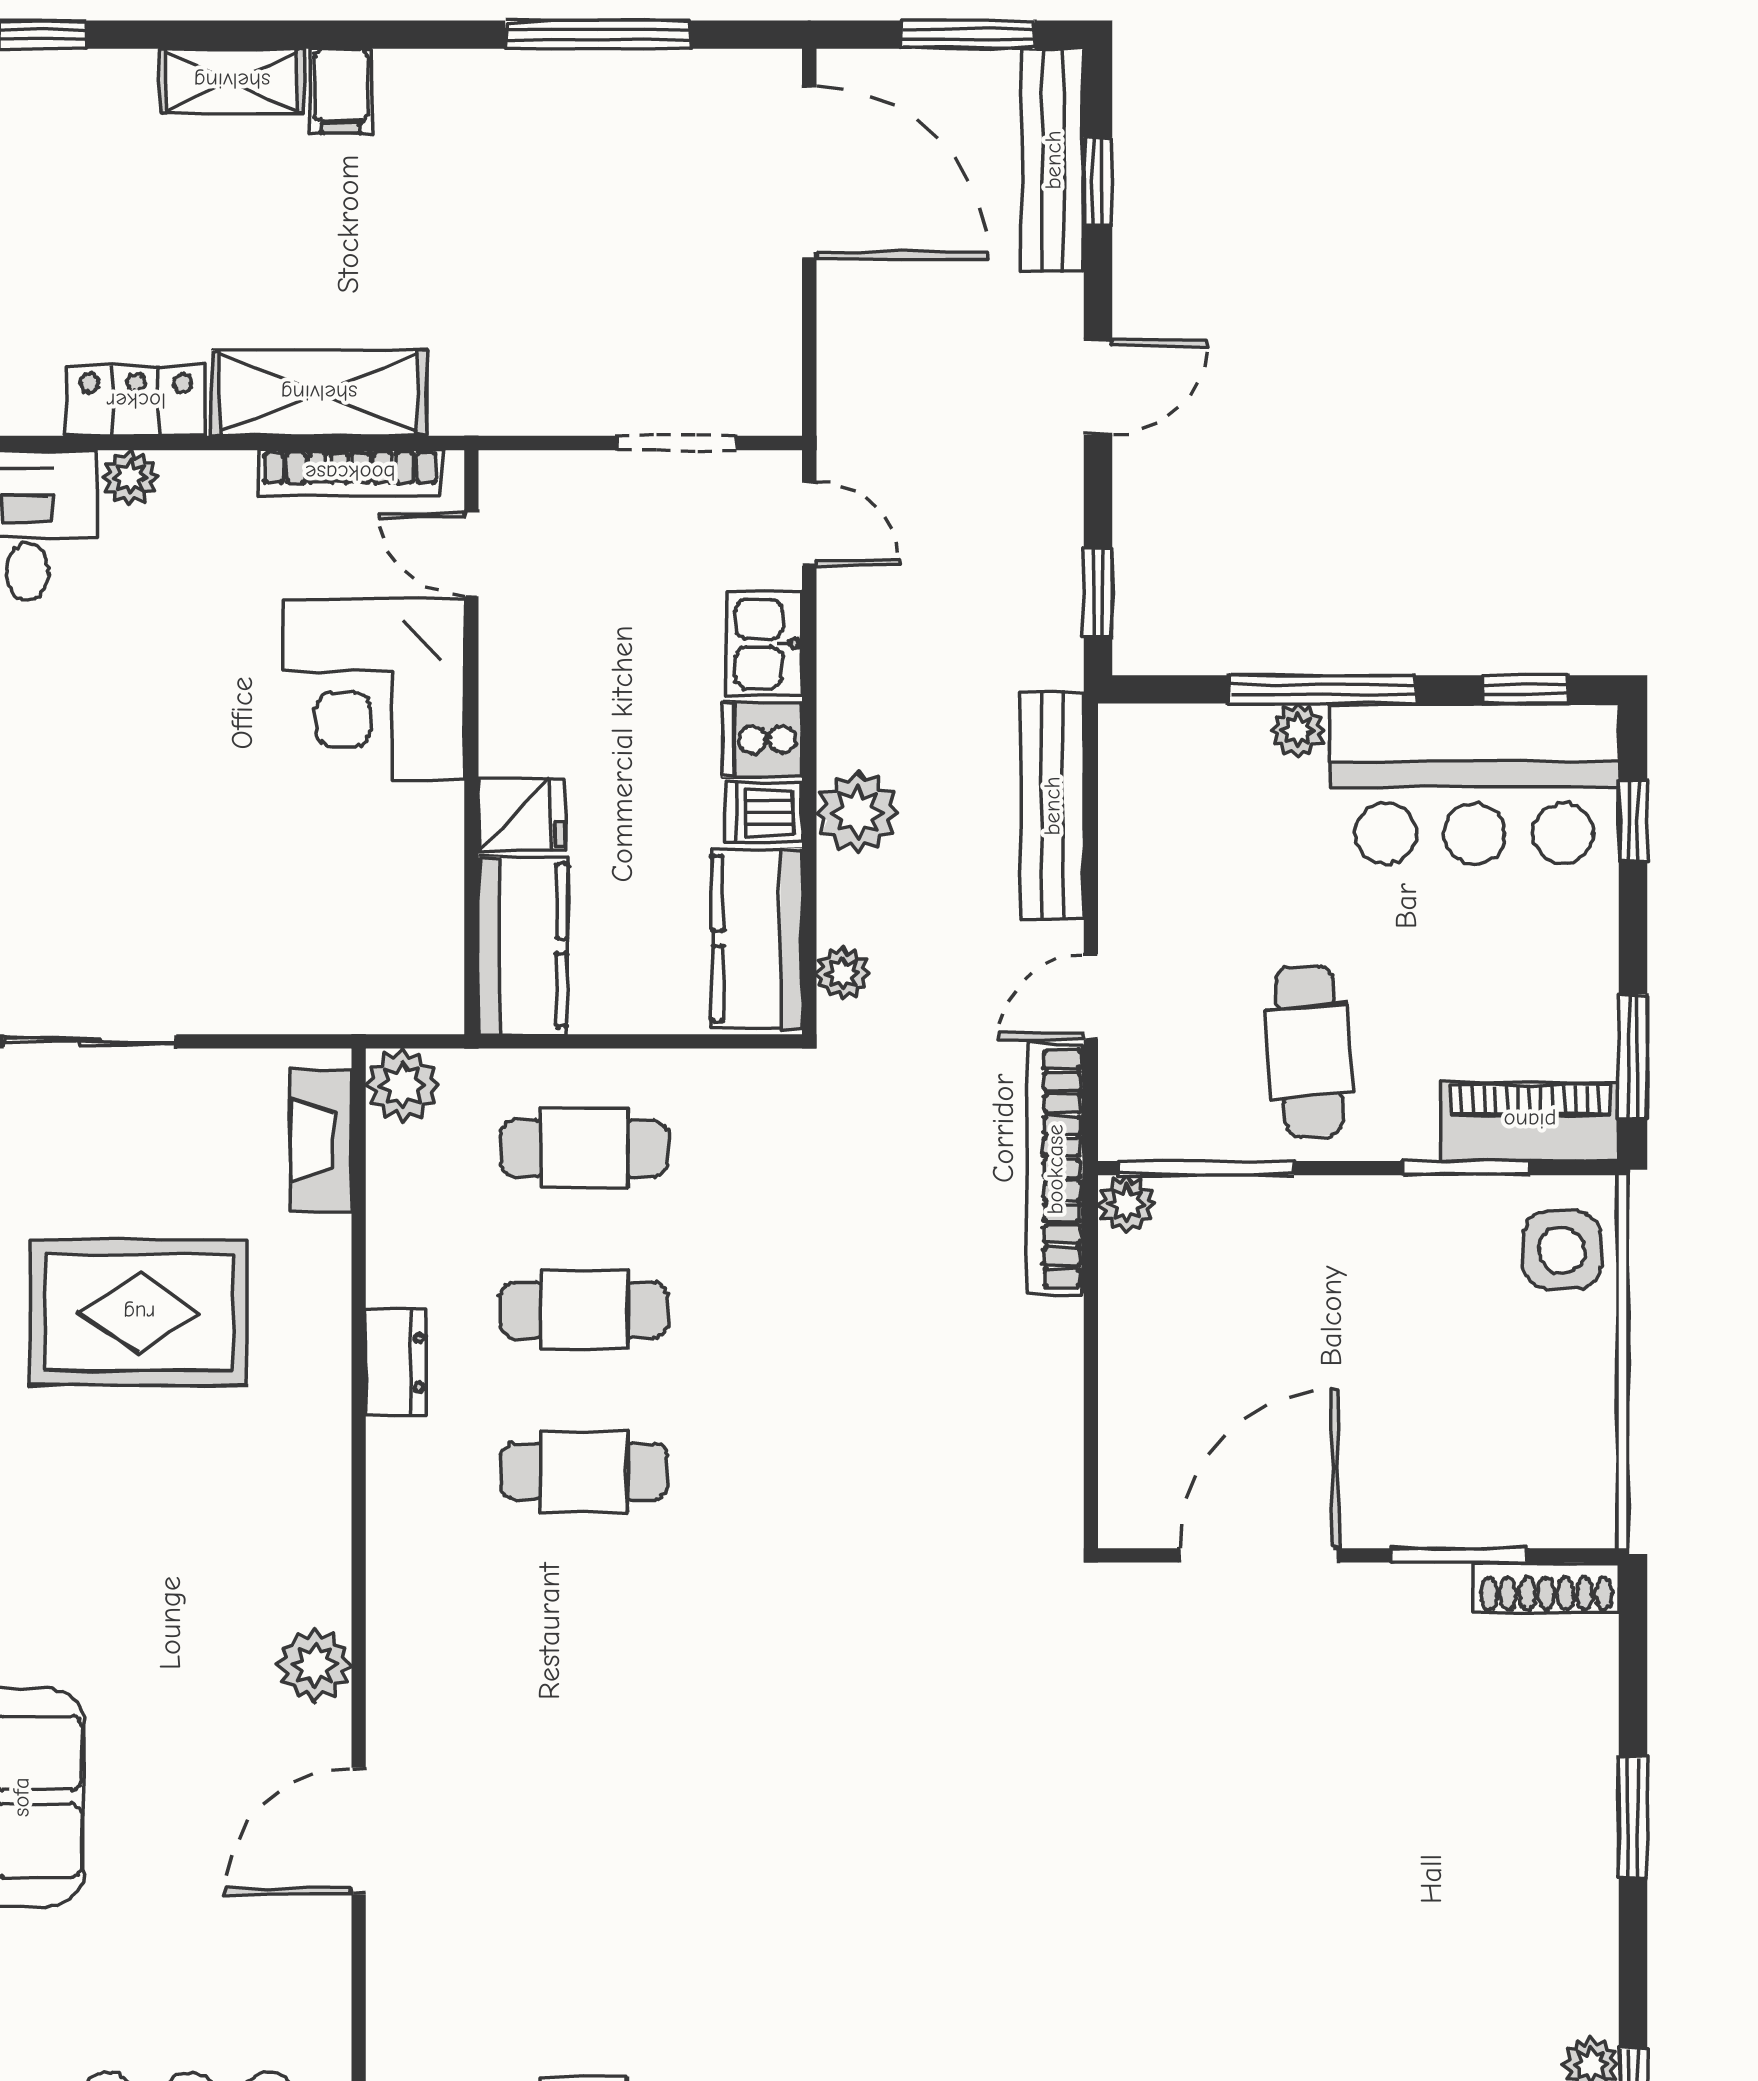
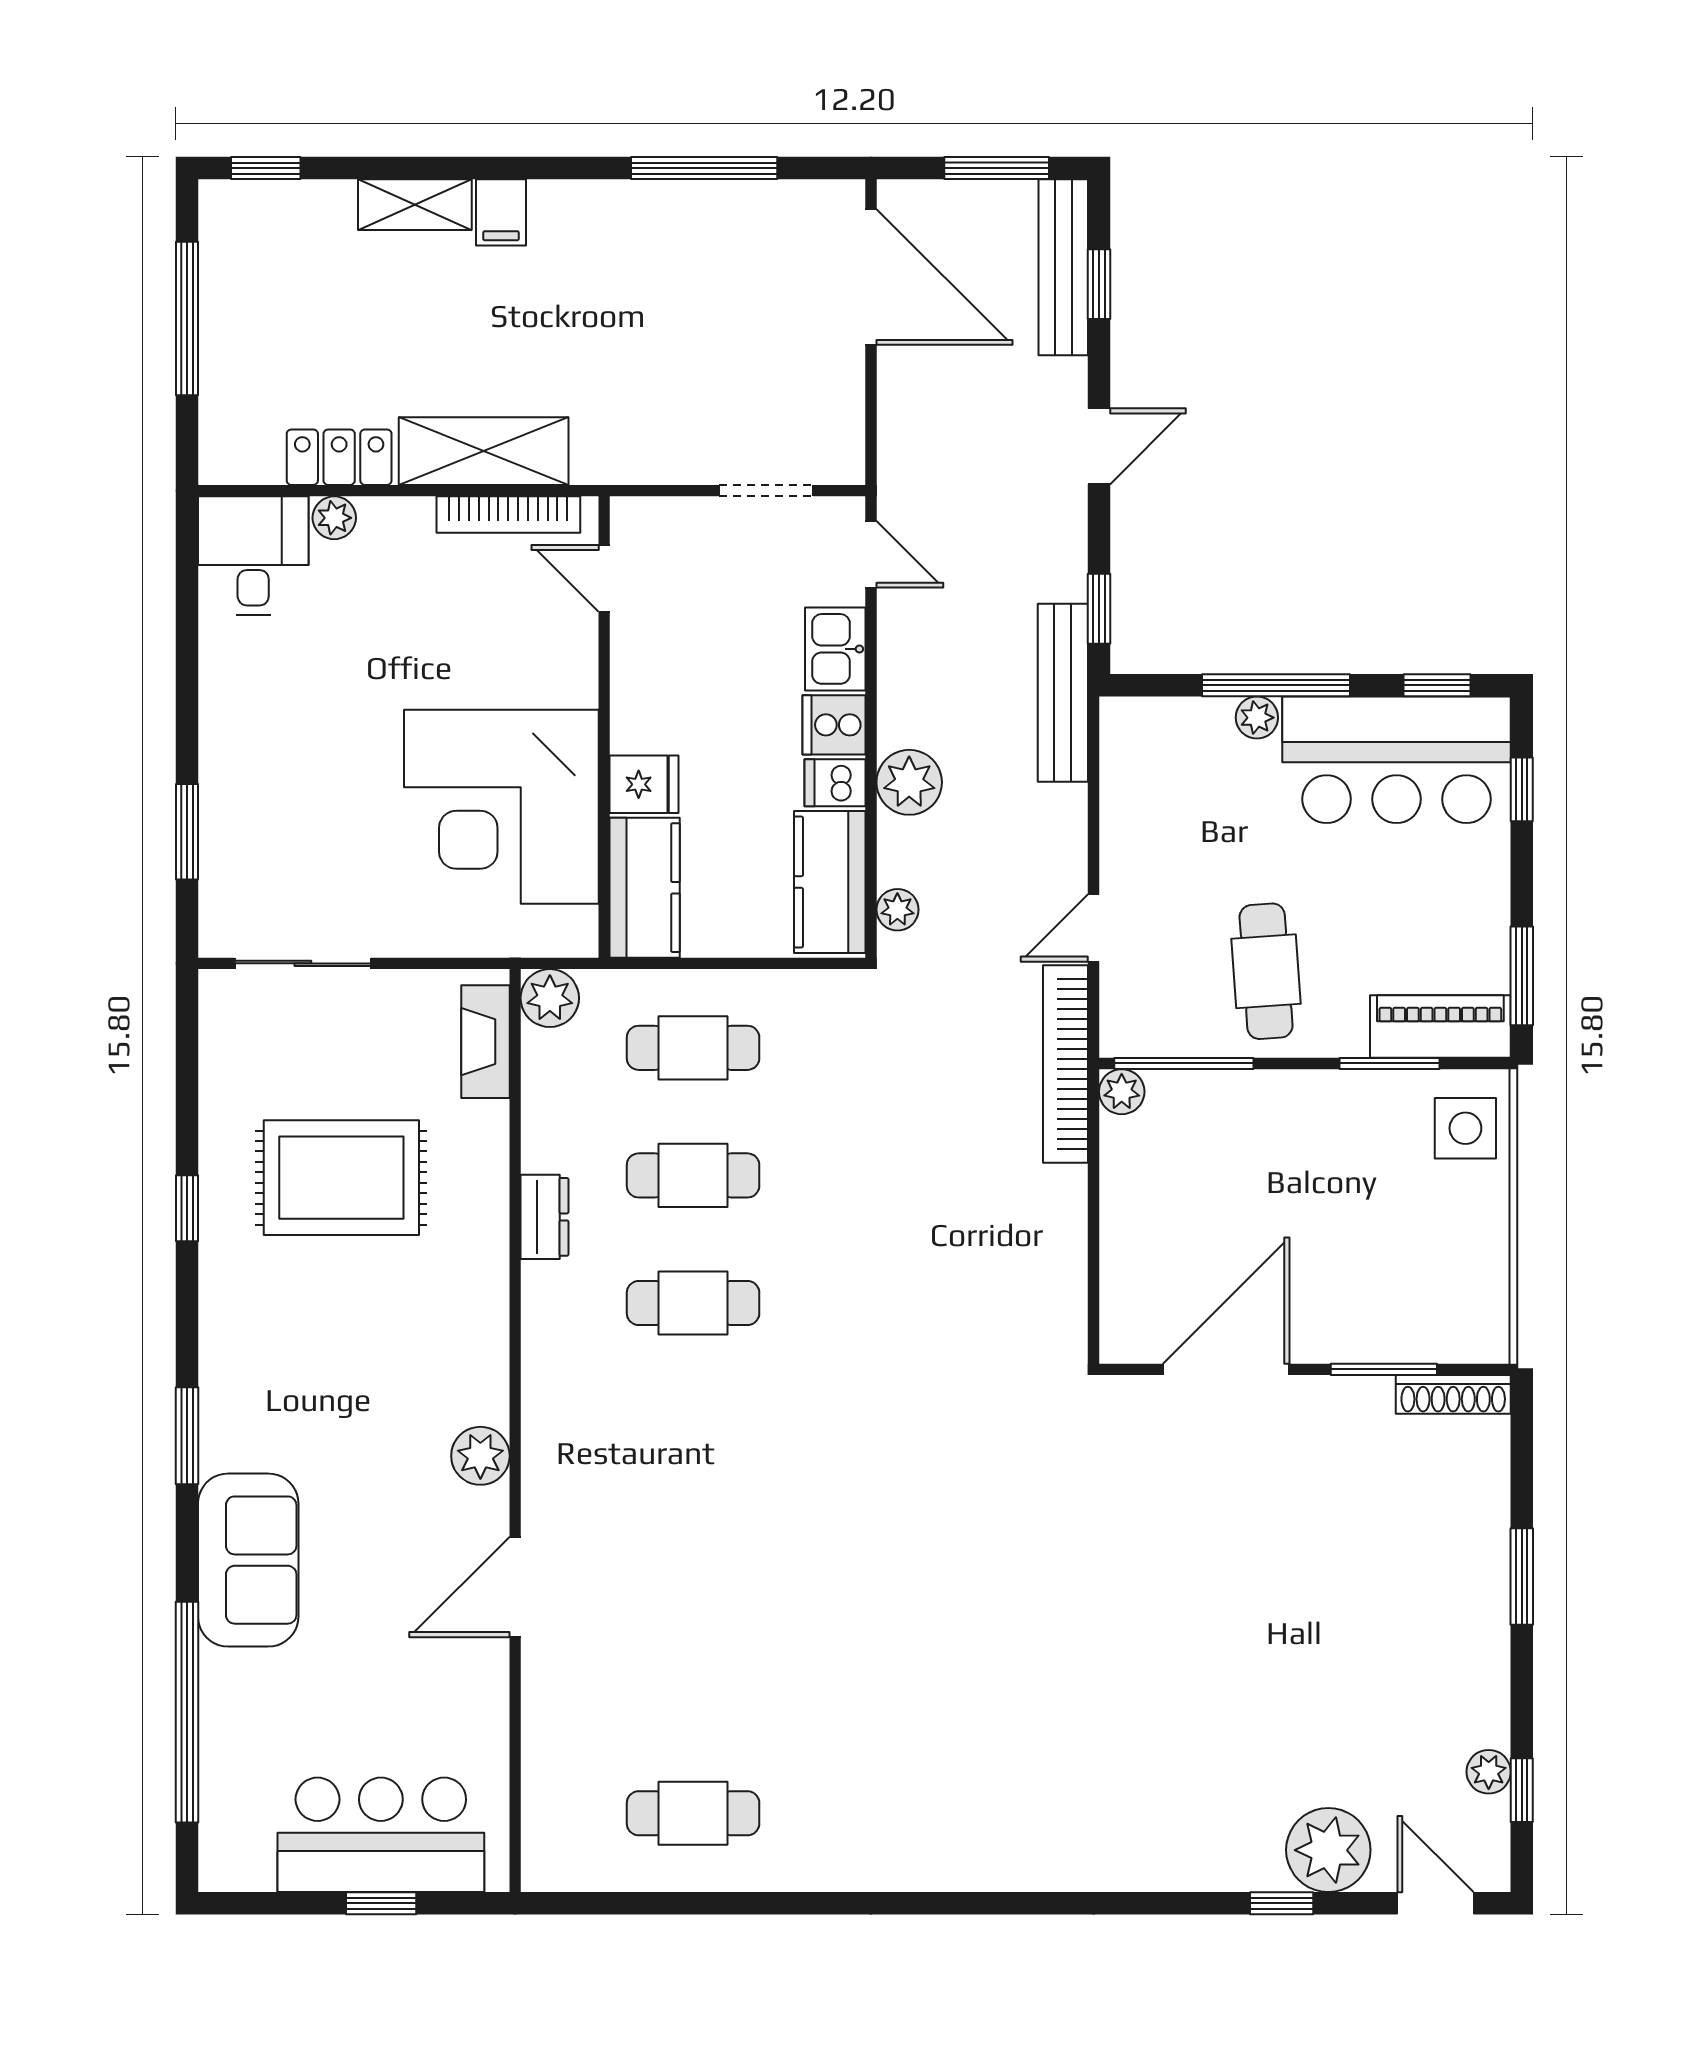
corner desk: (374, 689) -> (501, 807), moved, width x1.36, depth x1.36
bench: (1052, 806) -> (1063, 693), moved

